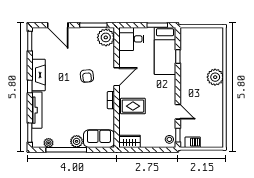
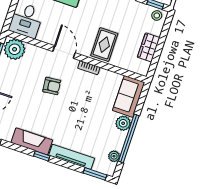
wardrobe: (130, 141) -> (149, 47), moved

